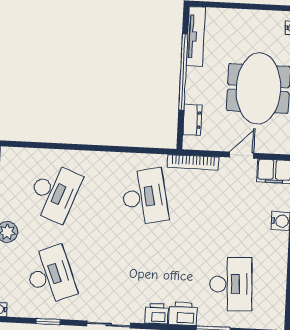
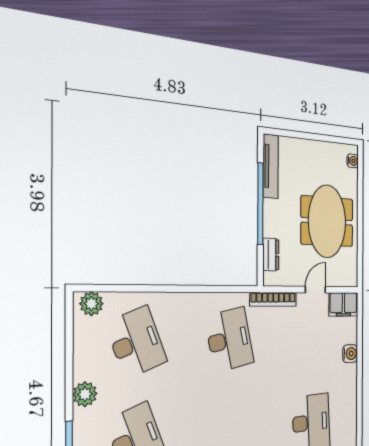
plant: (16, 157) -> (91, 304), added
desk: (54, 192) -> (136, 342), turned -42

